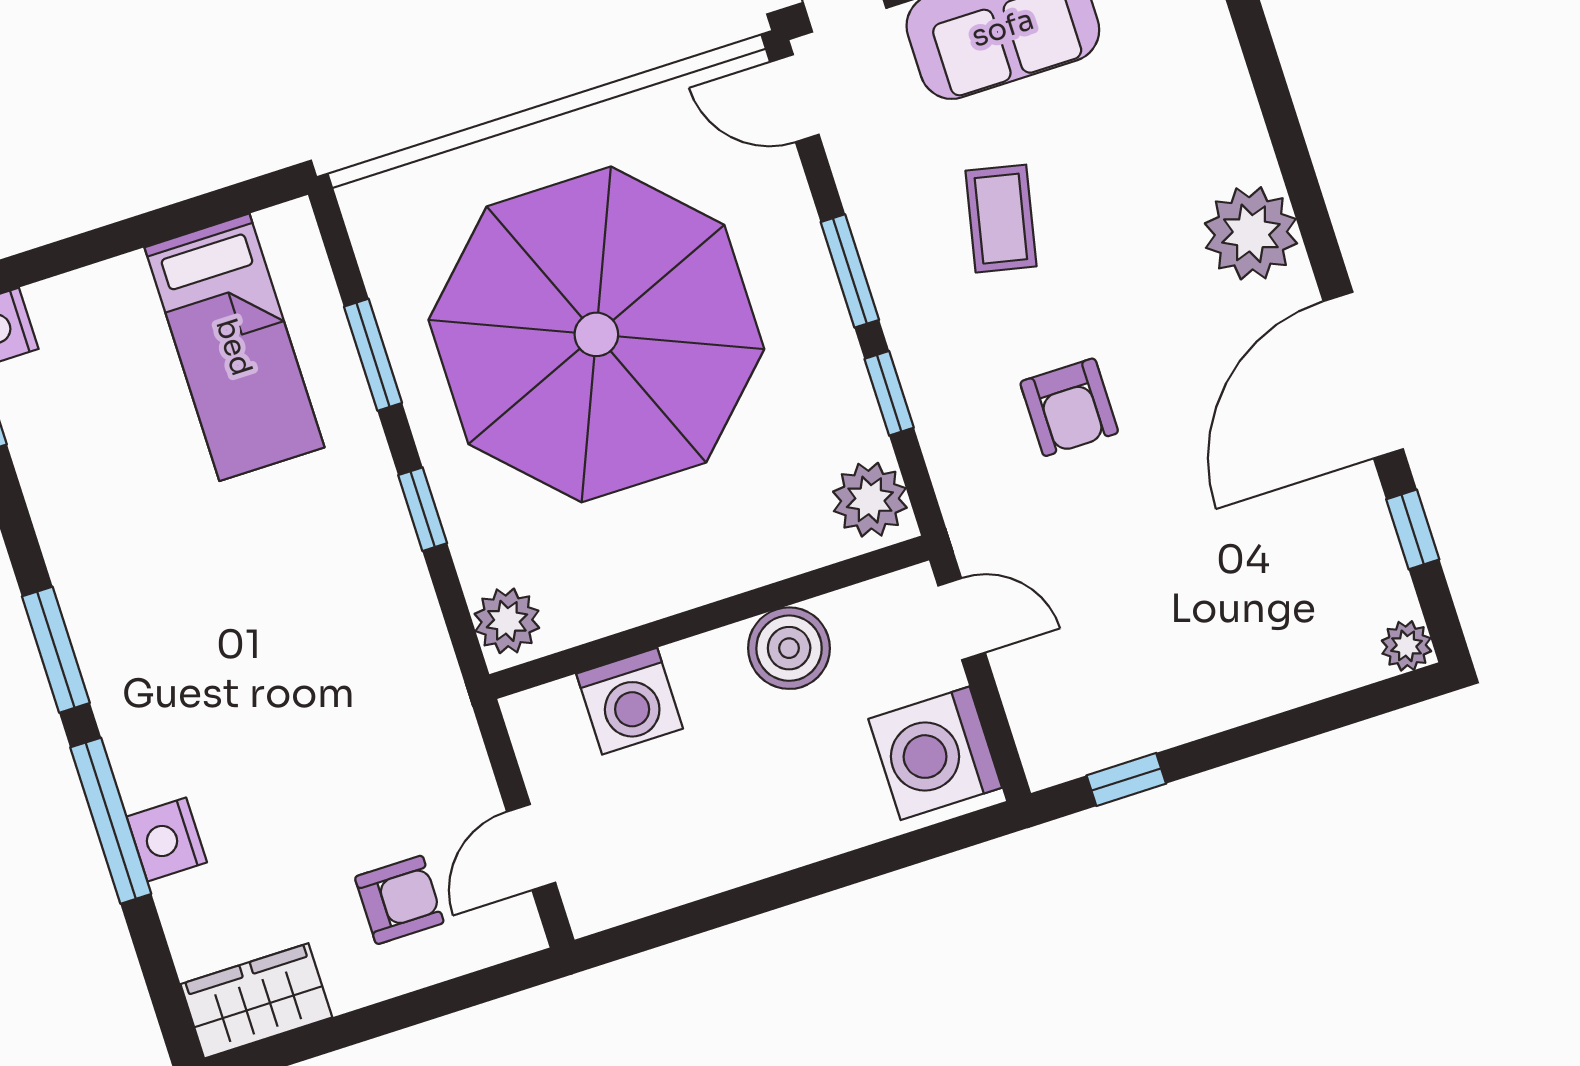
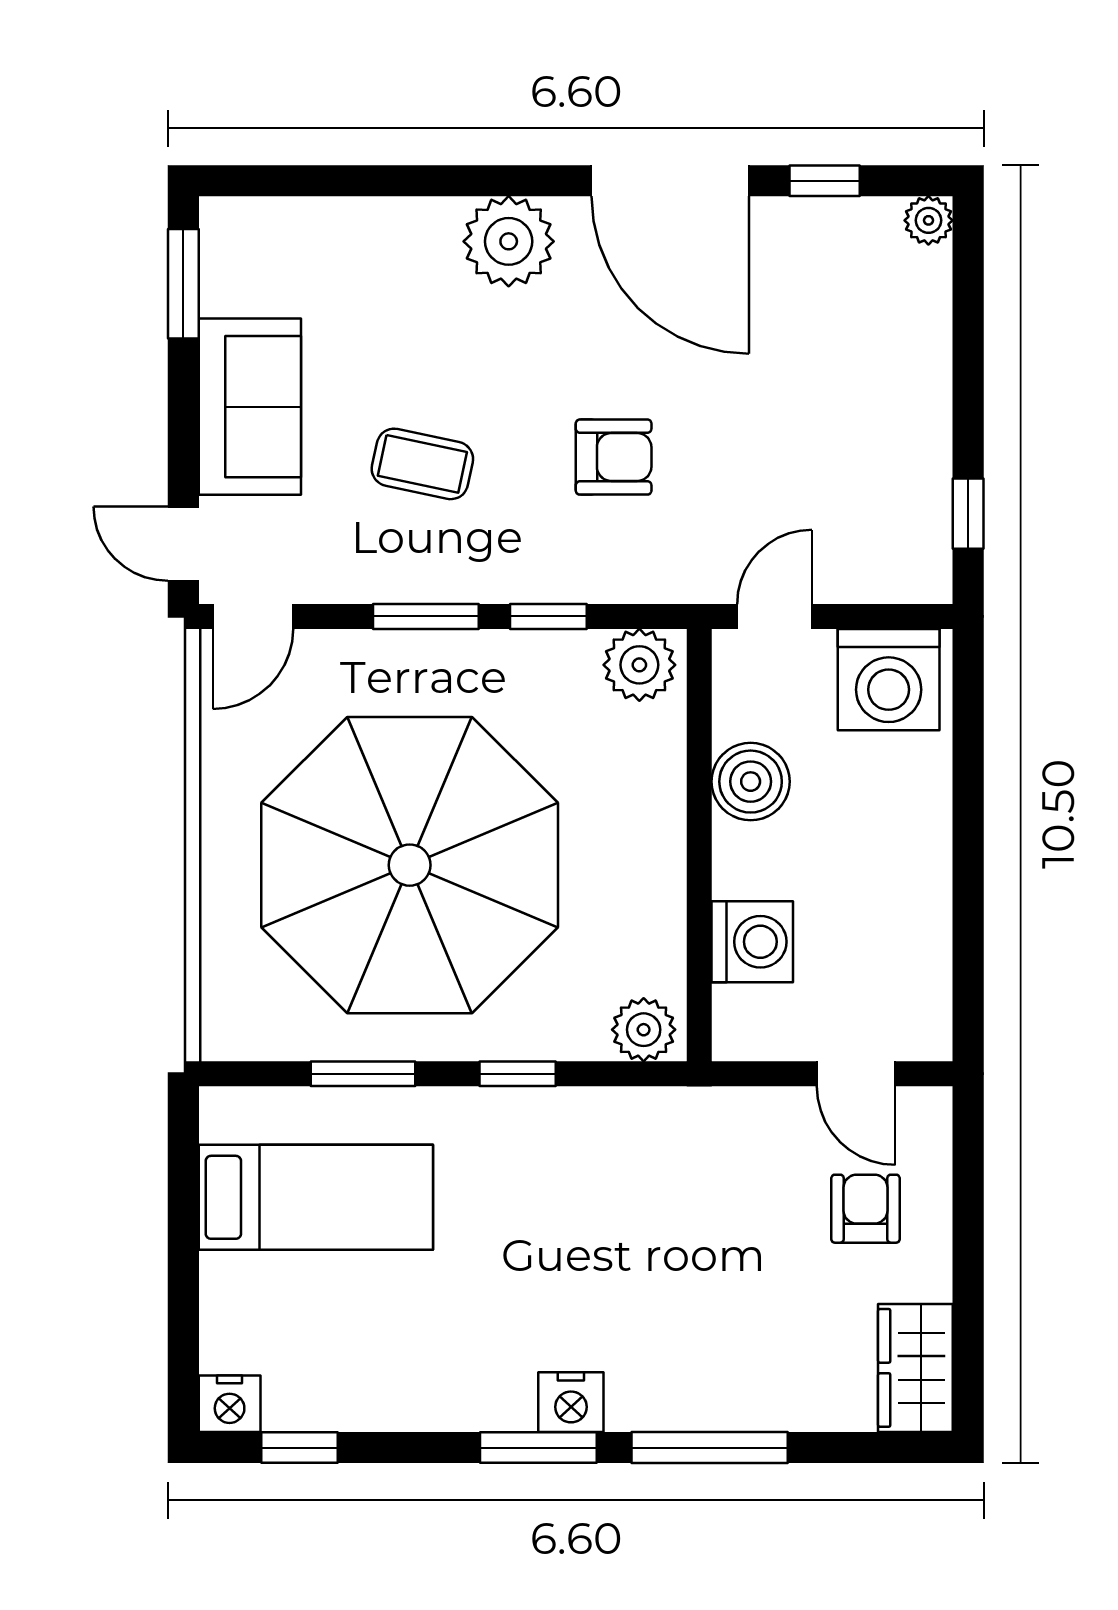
nightstand: (167, 839) -> (571, 1402), moved

